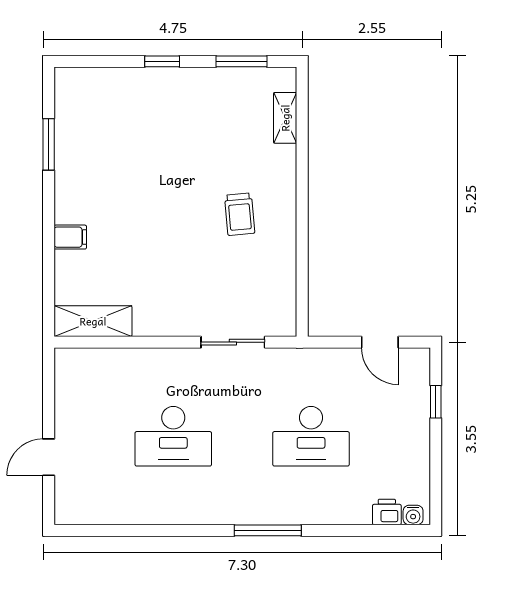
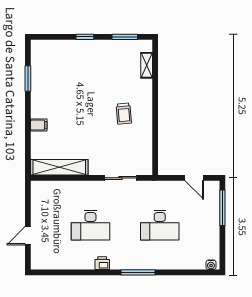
shelving: (93, 321) -> (59, 167), width x1.47
window: (436, 402) -> (222, 208), width x2.17
printer: (387, 512) -> (102, 263), moved

